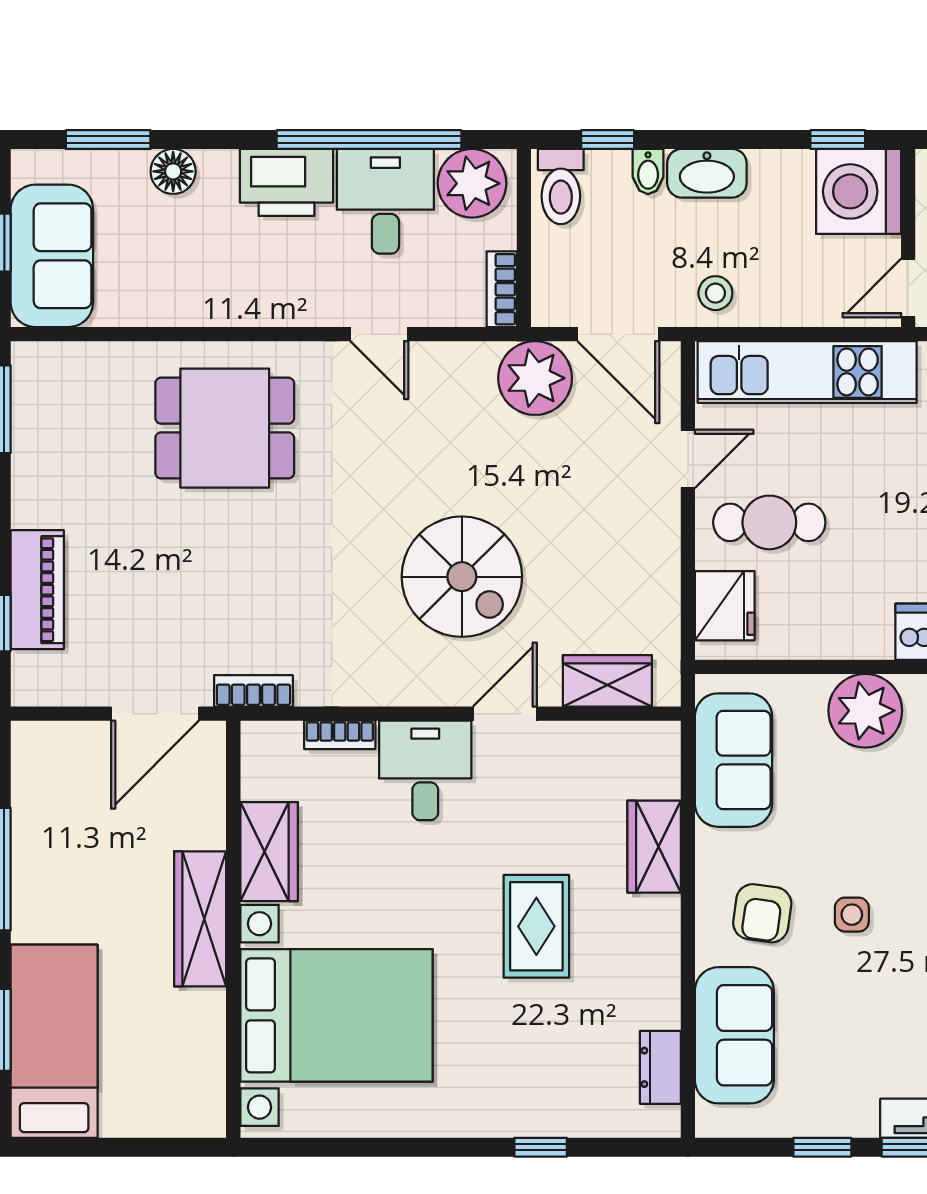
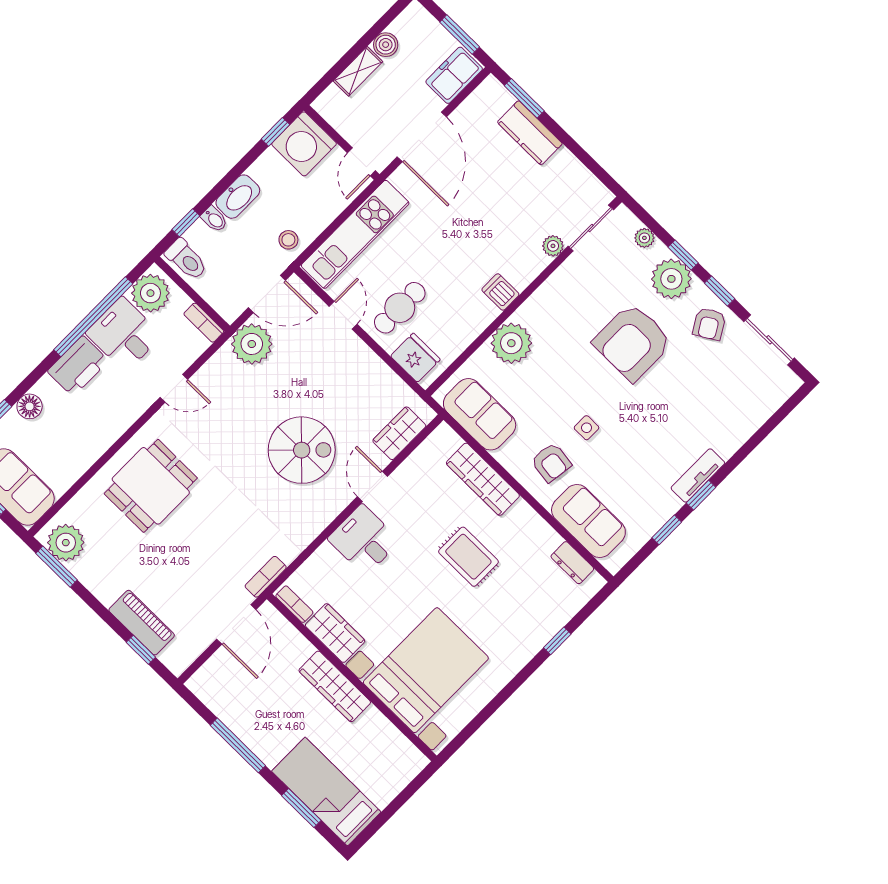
plant: (44, 391) -> (66, 543), added
bookcase: (340, 735) -> (294, 604), moved, turned -90
wardrobe: (654, 847) -> (483, 479), width x1.50

